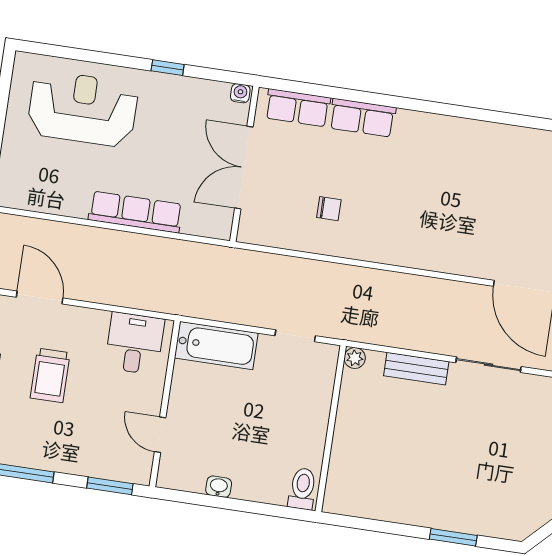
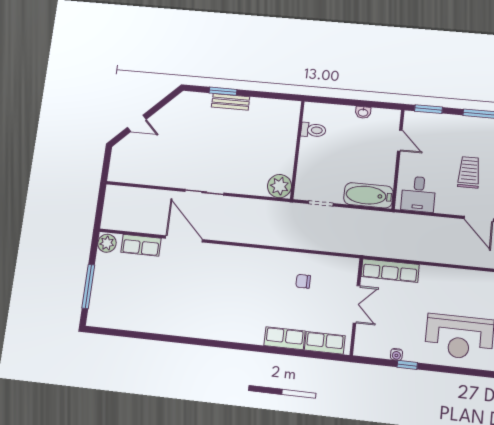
water cooler: (240, 93) -> (396, 354), moved
double door: (244, 168) -> (356, 304), width x0.73
row of seats: (135, 212) -> (390, 271), moved
plant: (355, 358) -> (280, 186), width x1.88, depth x1.88
bench: (416, 369) -> (231, 102), moved
toilet: (302, 489) -> (313, 130), moved, turned -90

